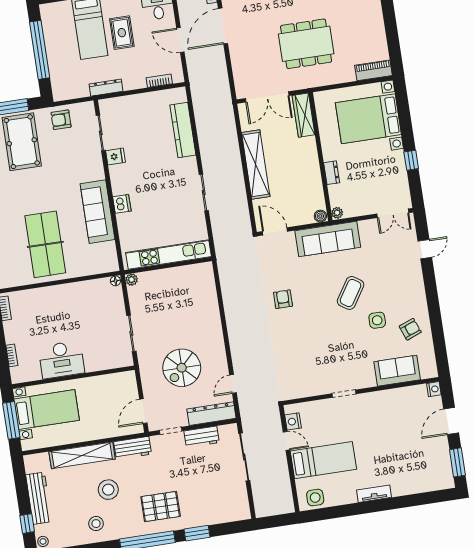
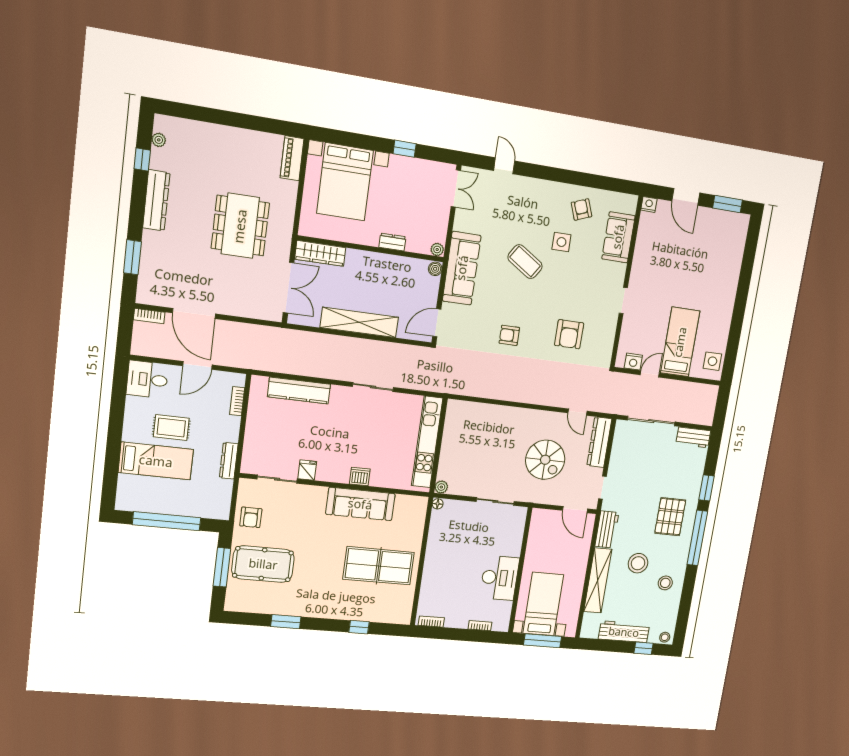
armchair: (300, 353) -> (569, 334), added
workbench: (202, 437) -> (693, 437), moved, turned 90
tv unit: (374, 494) -> (729, 300), removed

